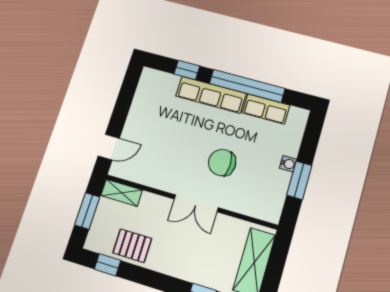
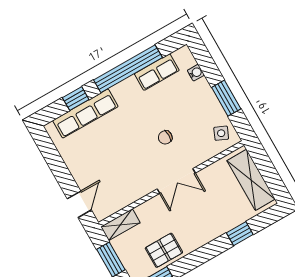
row of seats: (211, 95) -> (85, 114), moved
chair: (222, 163) -> (165, 137), width x0.54, depth x0.54
water cooler: (288, 164) -> (196, 73), moved
side table: (268, 203) -> (221, 133), added

